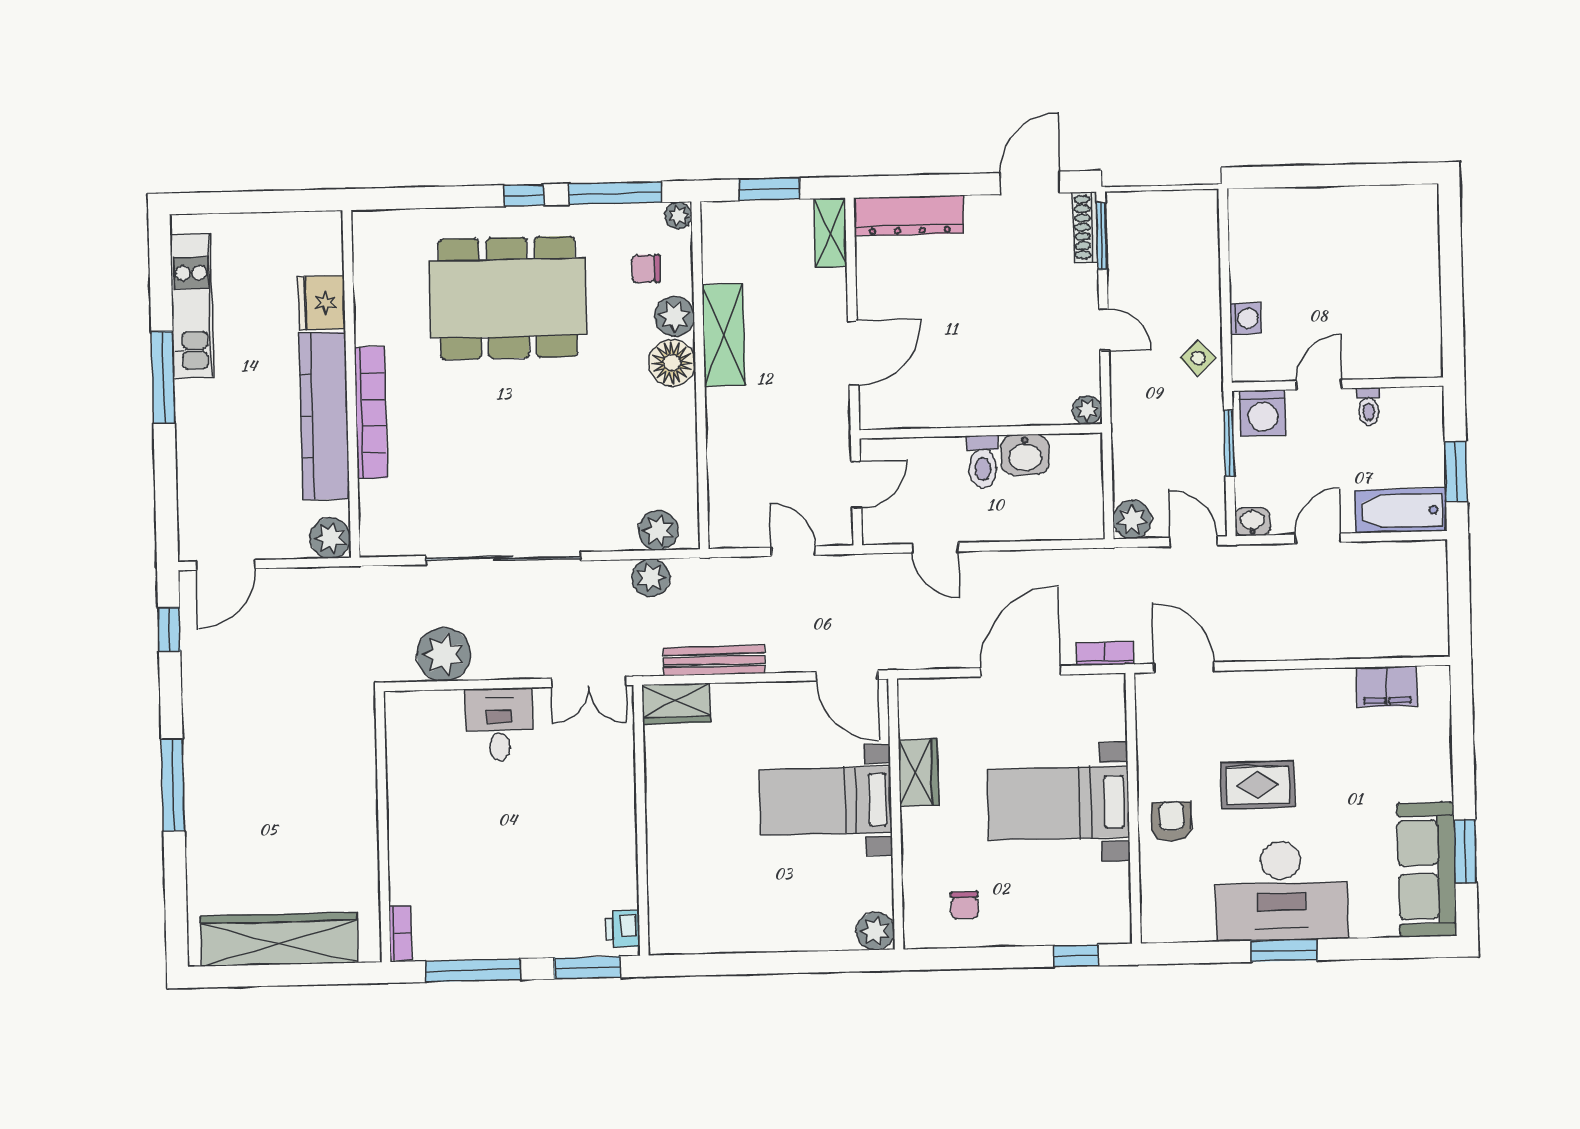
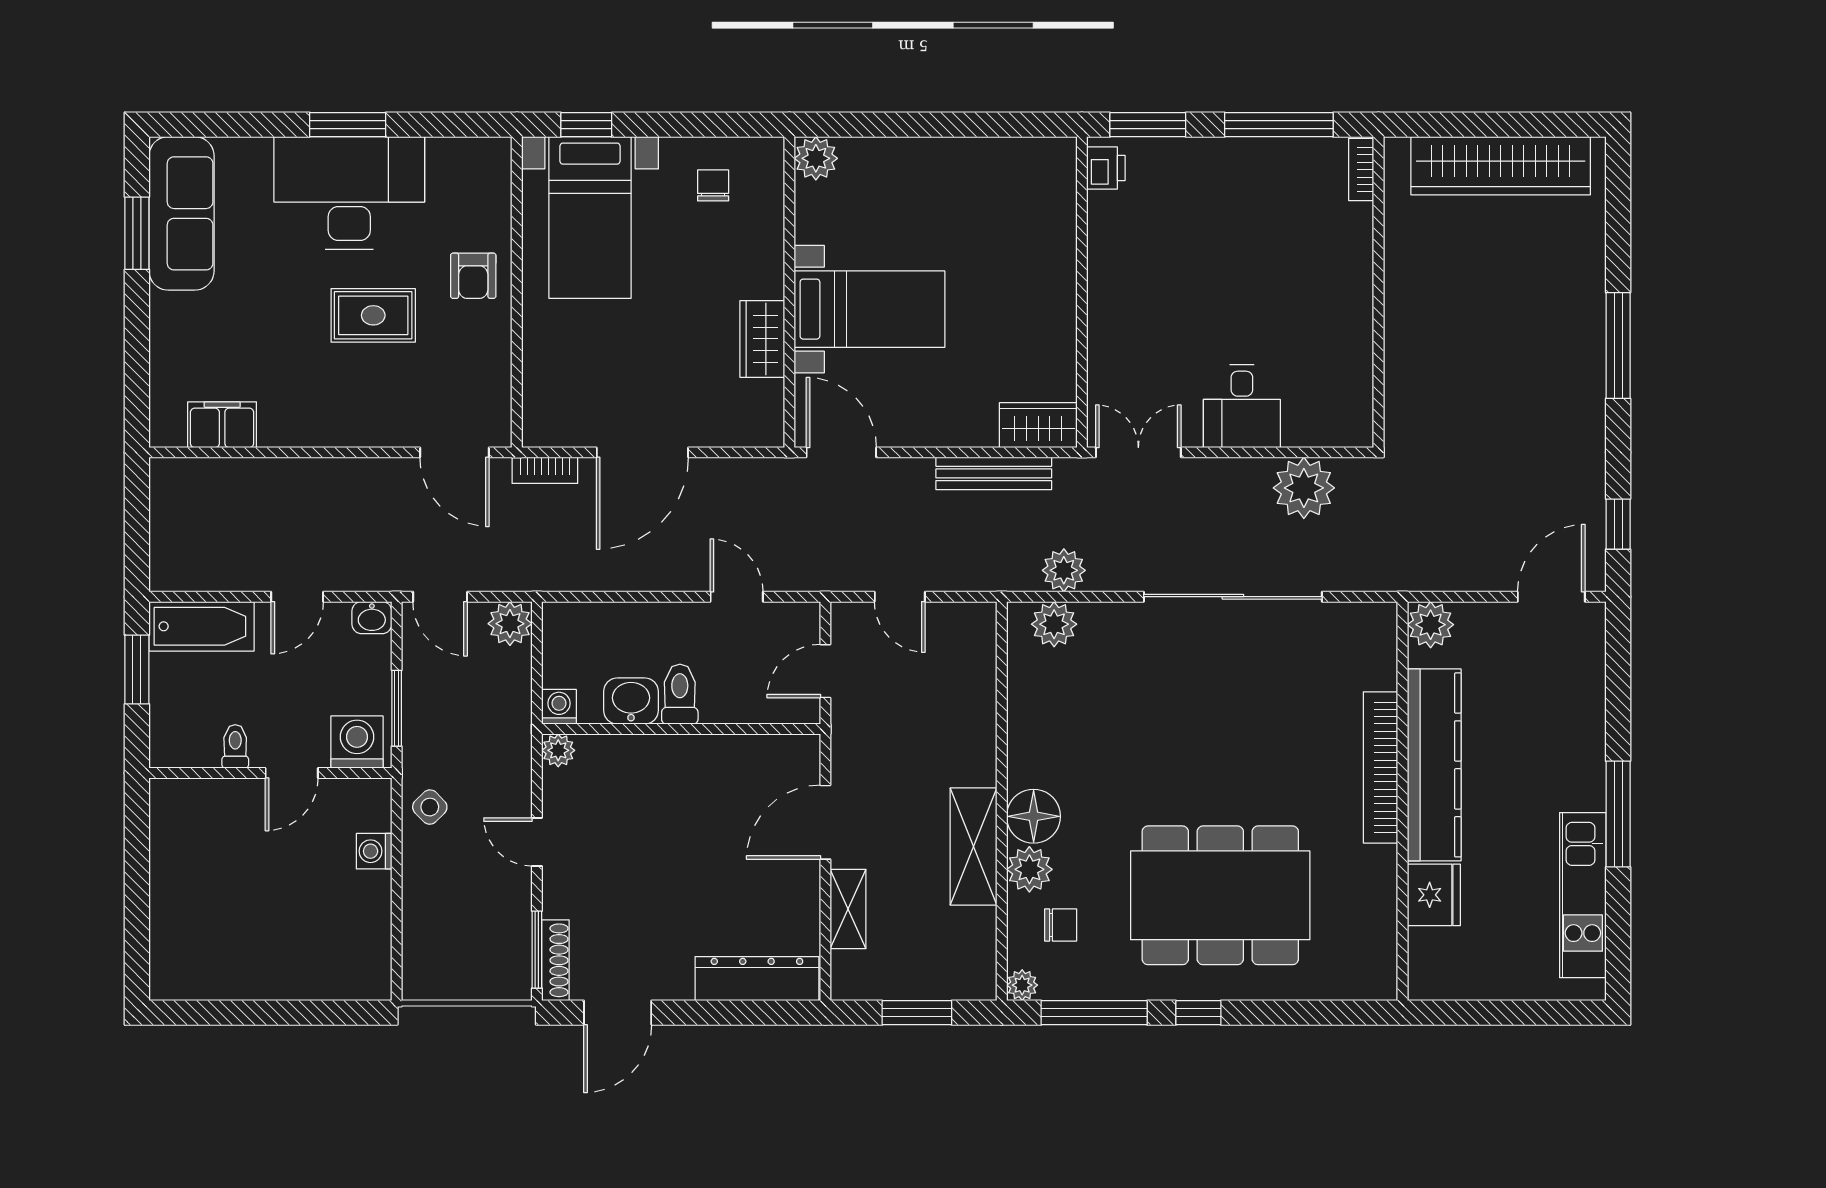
shelving: (830, 233) -> (848, 909), moved
washing machine: (1088, 448) -> (559, 707), added
bed with nightstands: (1058, 803) -> (590, 218), moved, turned 90

